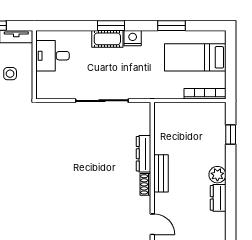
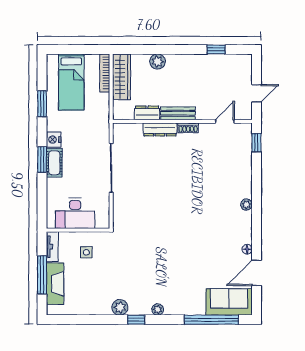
desk: (52, 56) -> (75, 213), width x1.37
wardrobe: (201, 112) -> (121, 77), added
window: (231, 135) -> (216, 49), moved
plant: (217, 175) -> (158, 62), moved
dresser: (218, 198) -> (147, 113), moved, turned 180

